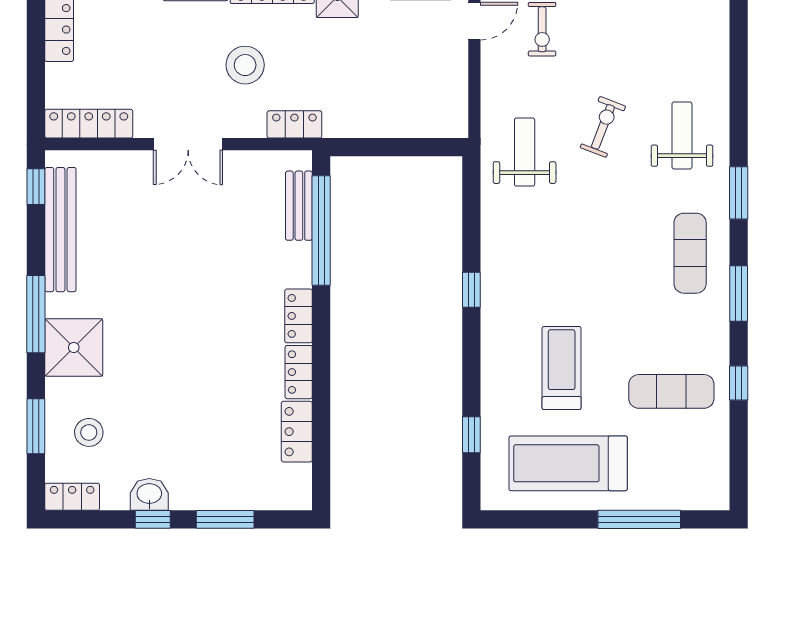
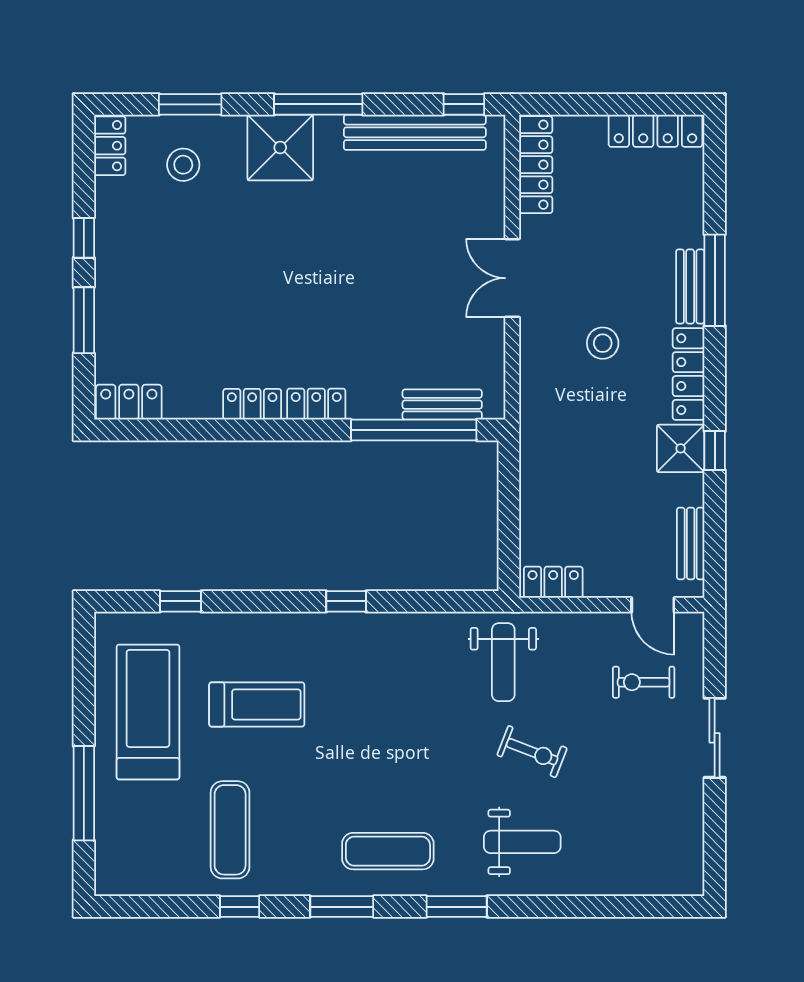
stool: (245, 65) -> (603, 343), width x0.73, depth x0.73
locker: (294, 124) -> (553, 582), moved, turned -90
weight bench: (525, 152) -> (503, 662), turned 90
locker: (297, 432) -> (129, 402), moved
washbasin: (149, 494) -> (112, 234), removed

